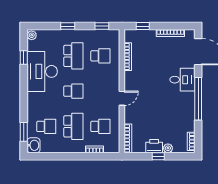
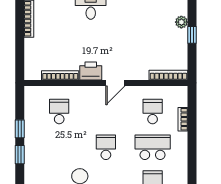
window: (102, 26) -> (20, 129), moved
window: (143, 26) -> (20, 55), removed
school desk: (73, 56) -> (59, 147), removed
door: (122, 98) -> (115, 83), swing flipped
printer: (154, 146) -> (91, 71), moved, turned 90

